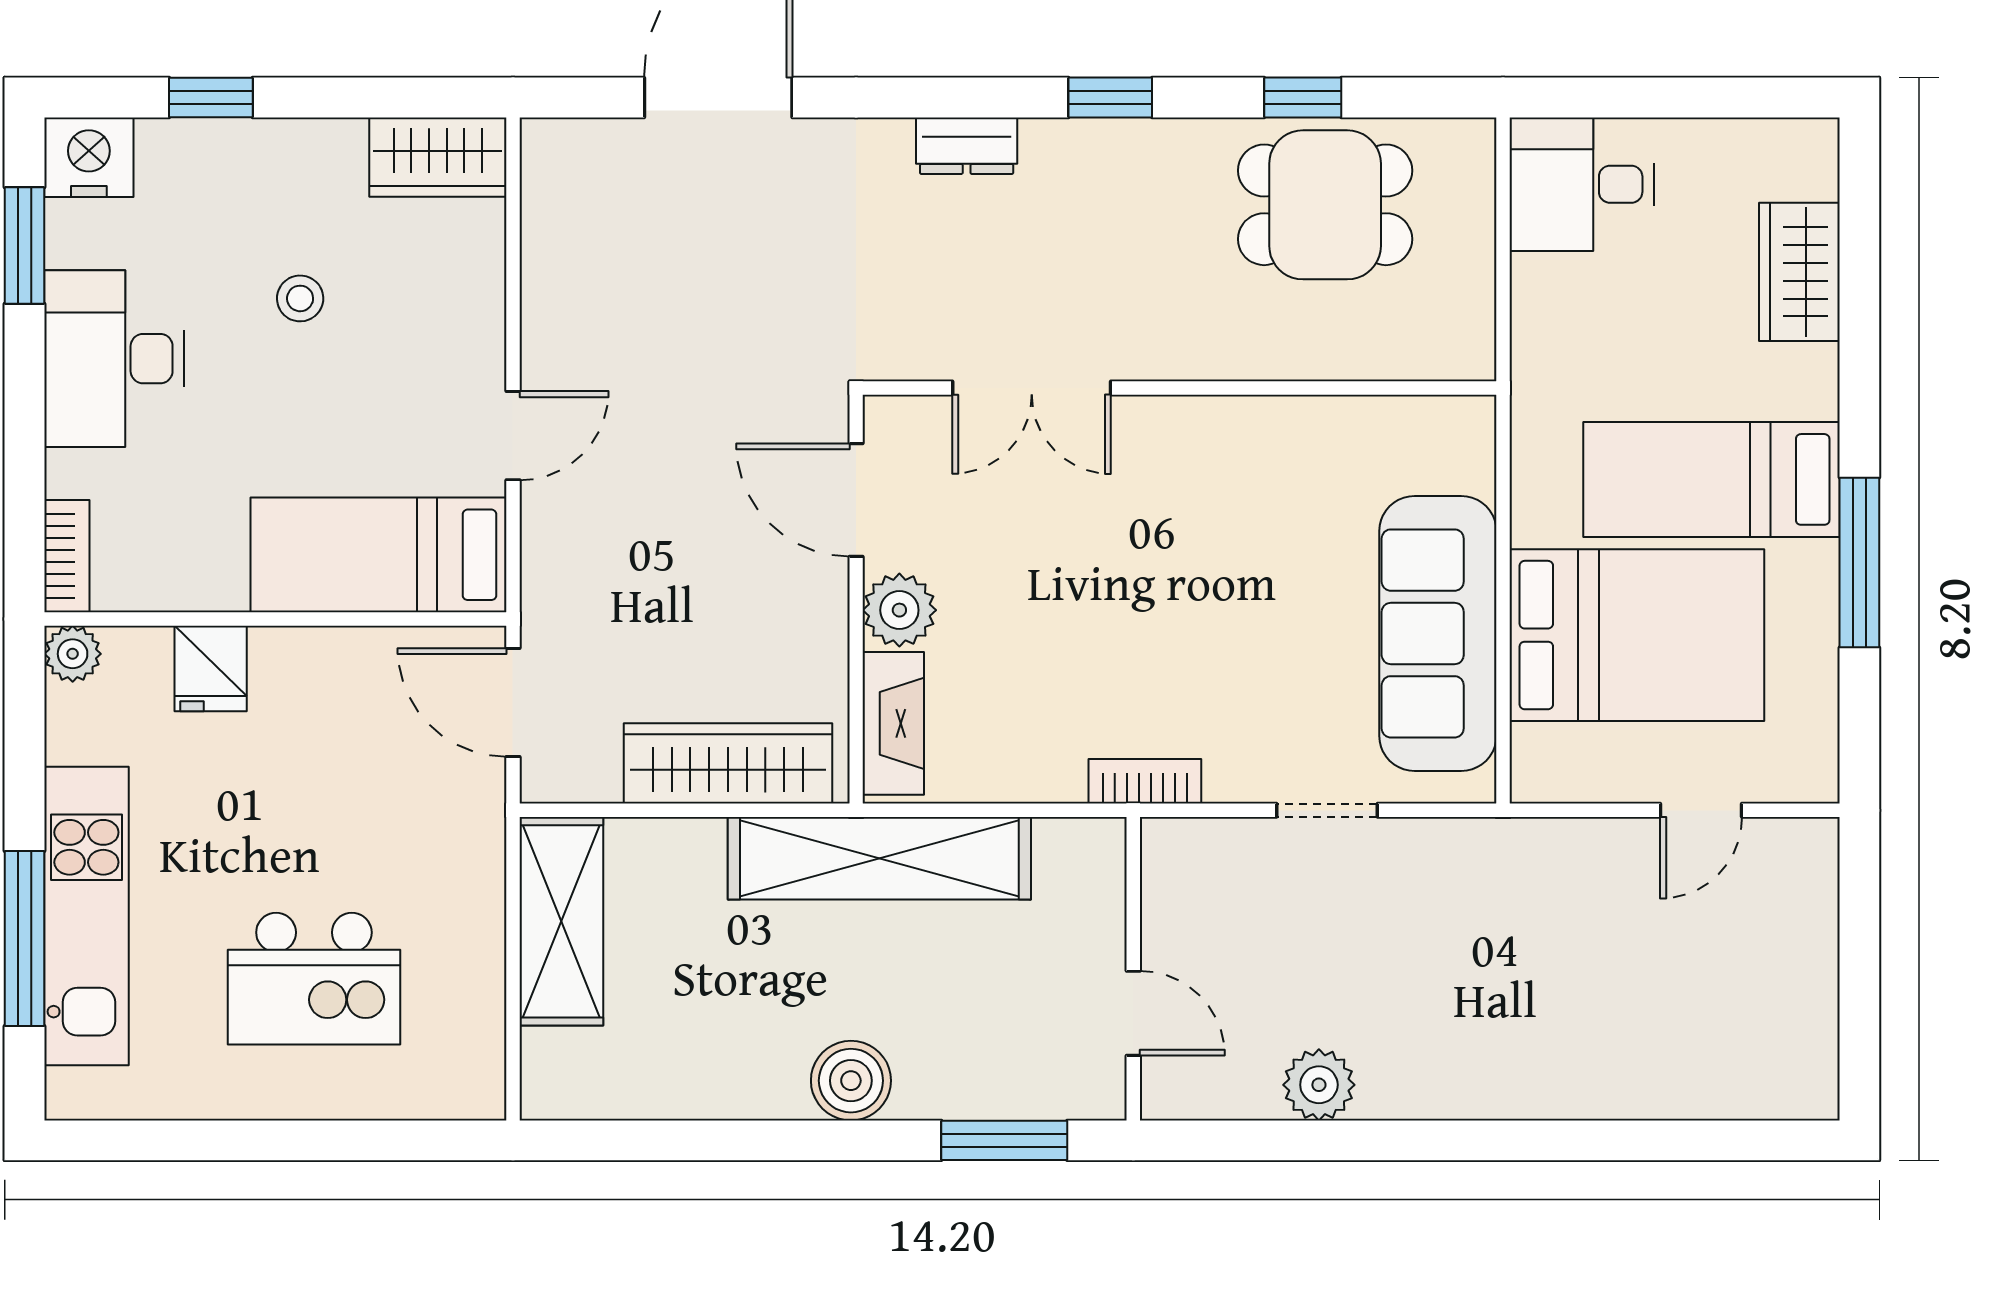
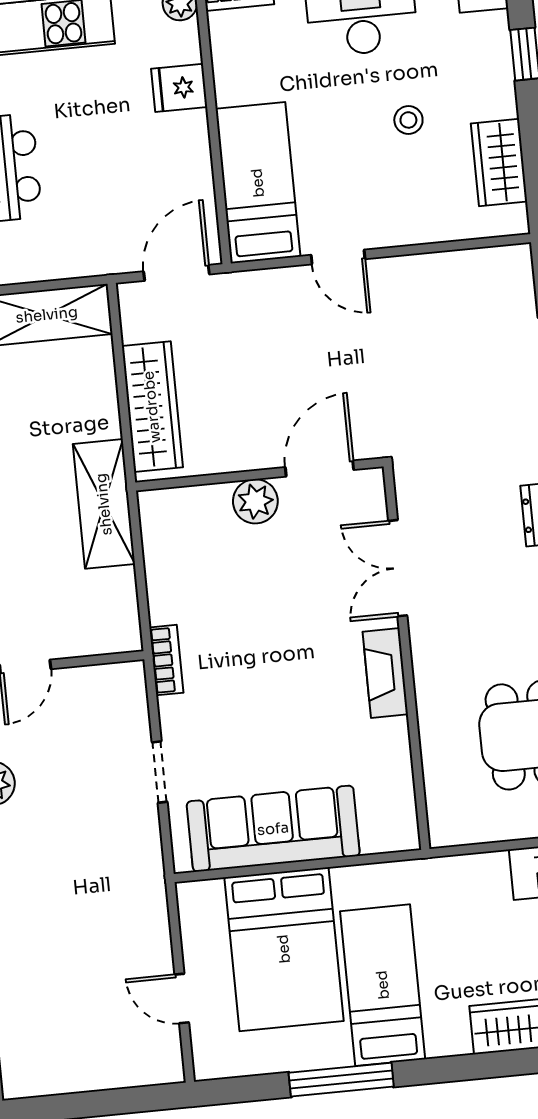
wardrobe: (438, 157) -> (499, 163), moved
fireplace: (893, 723) -> (385, 673), moved, turned 90
shelving: (879, 858) -> (104, 504), width x0.68

